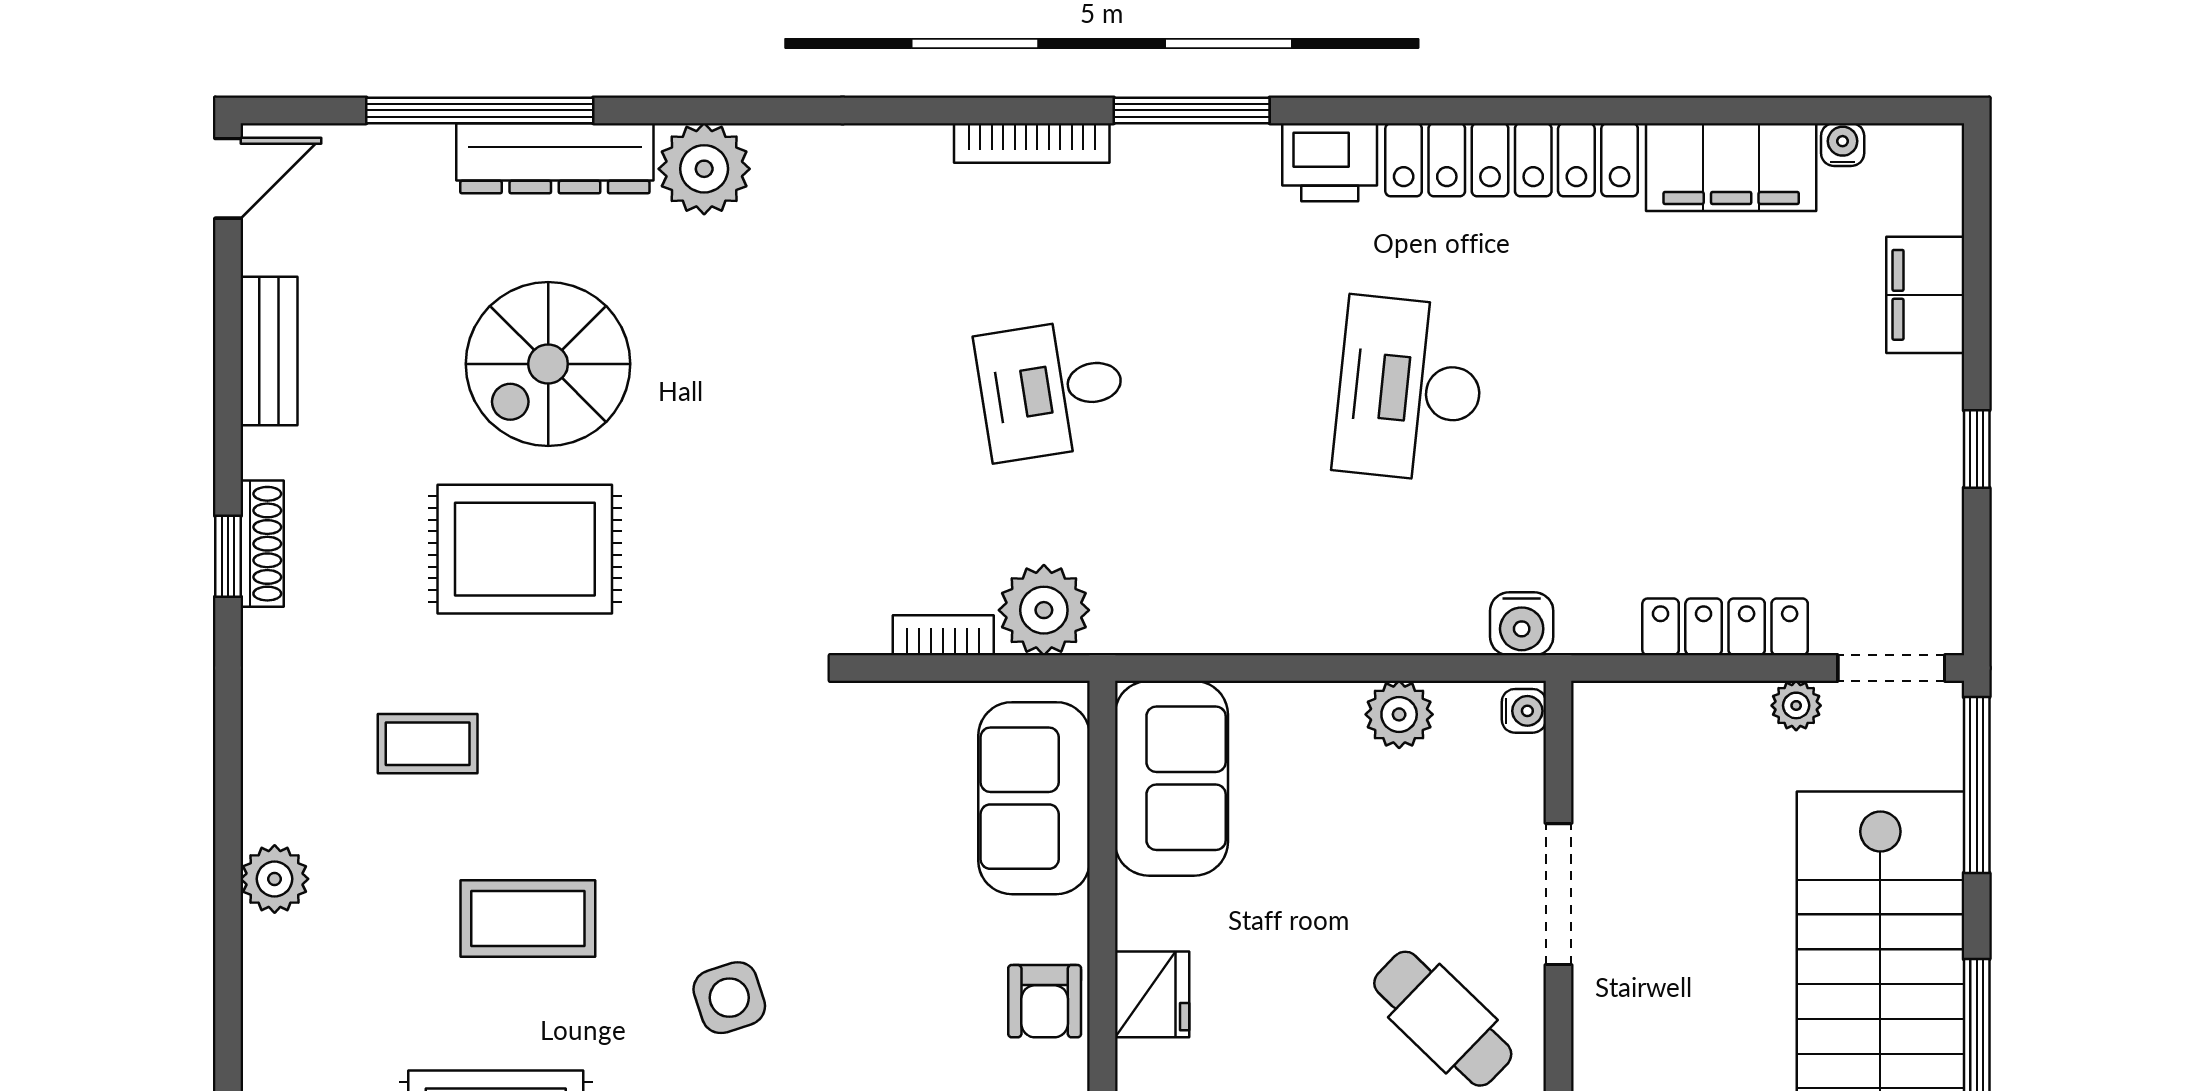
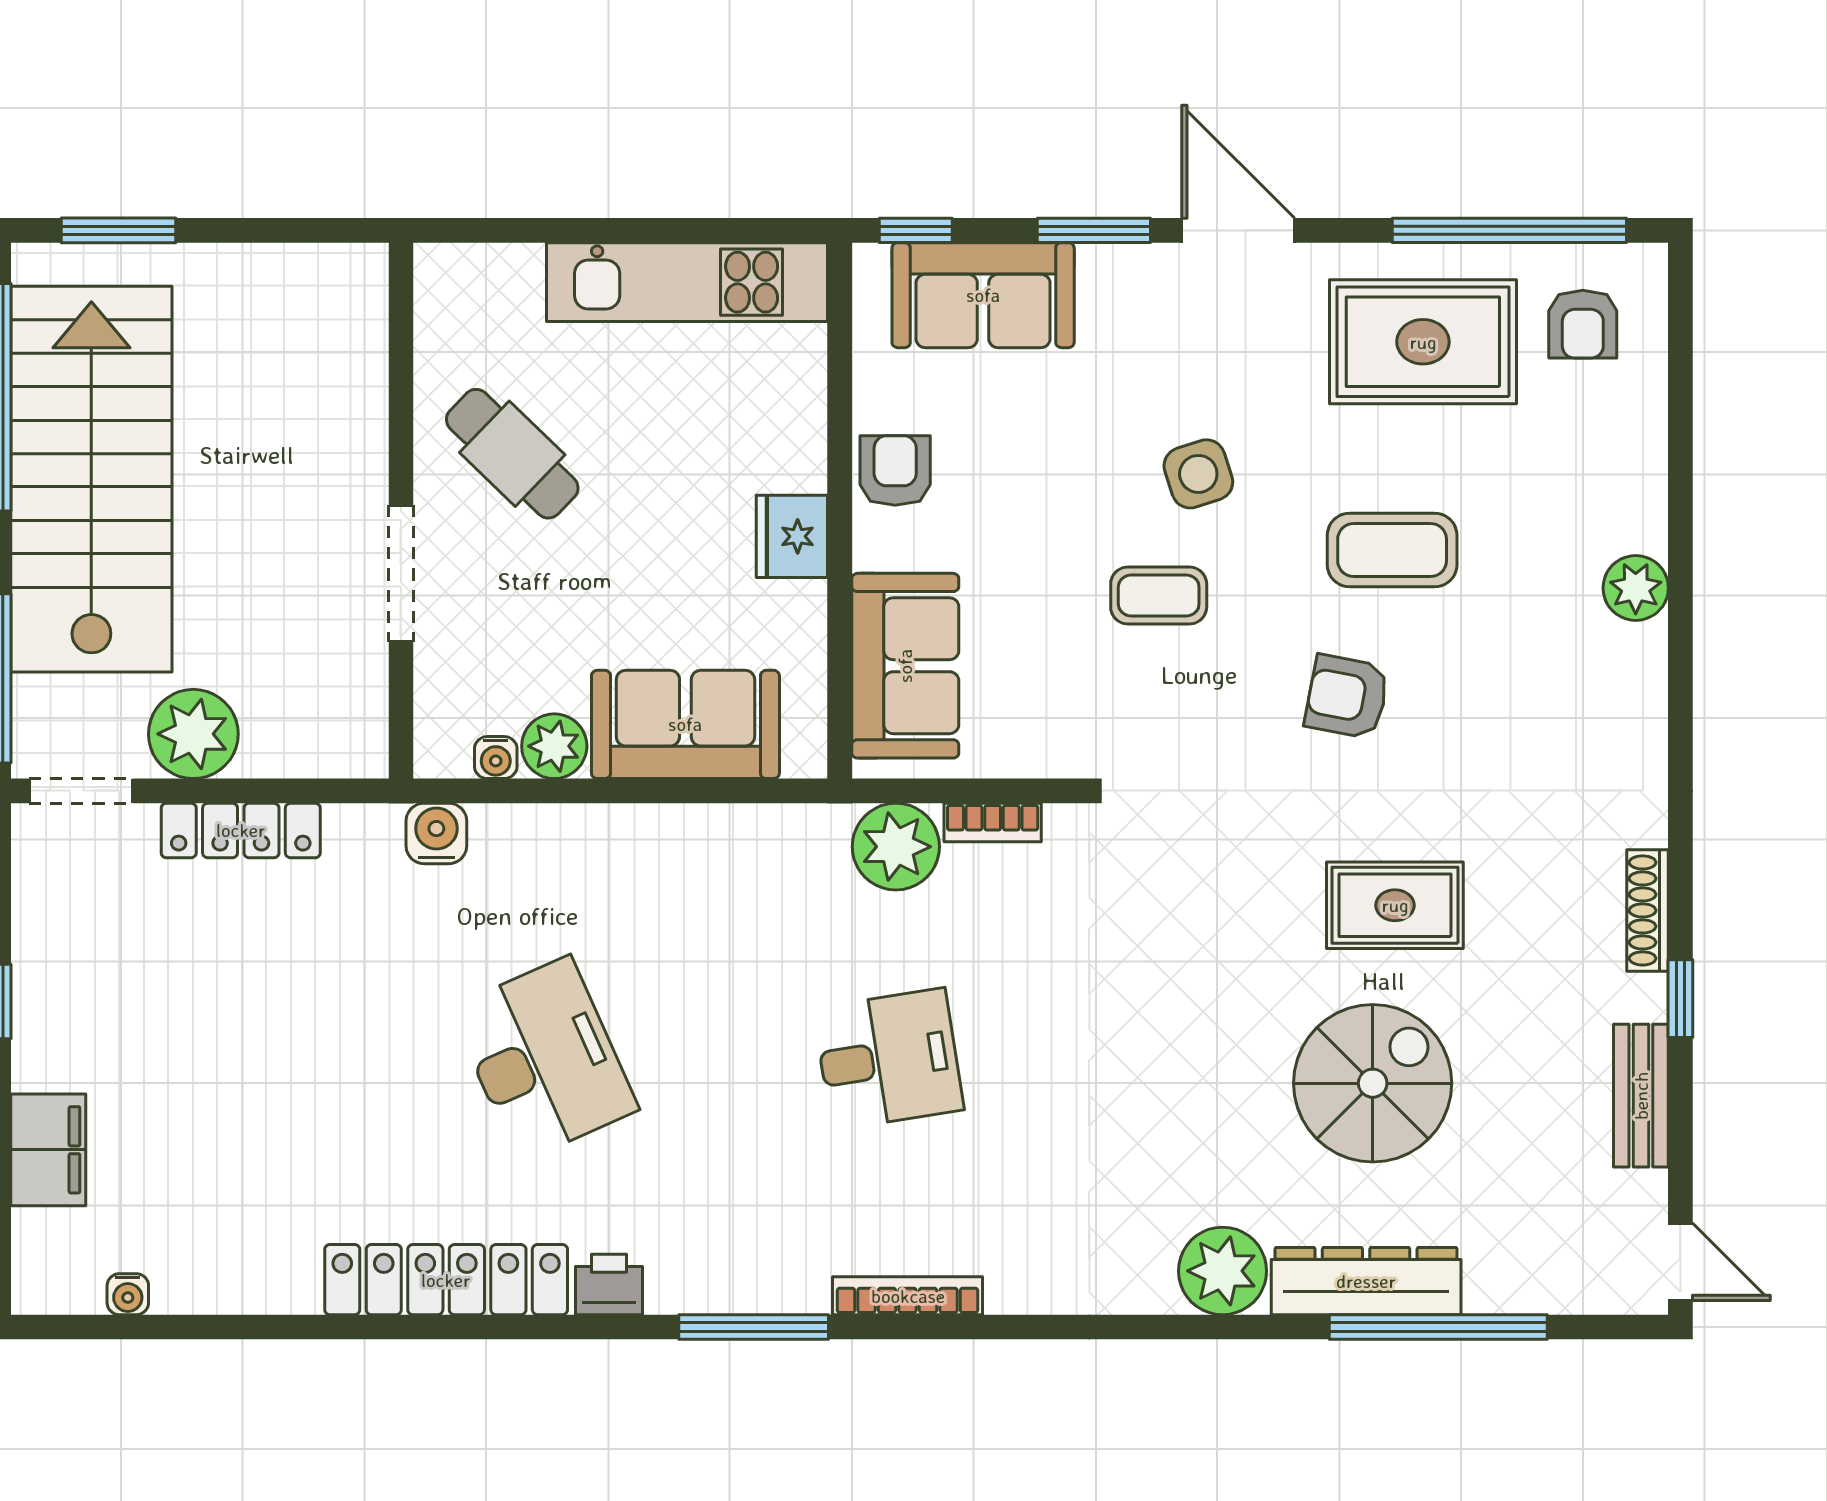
printer: (1330, 162) -> (609, 1285), width x0.73, depth x0.81
filing cabinet: (1731, 167) -> (235, 1273), removed
door: (228, 178) -> (1680, 1262), swing flipped
desk: (1410, 389) -> (544, 1059), turned -30
rug: (525, 549) -> (1395, 905), width x0.73, depth x0.70
window: (228, 556) -> (1680, 999), moved
plant: (1796, 705) -> (193, 734), width x1.88, depth x1.88
water cooler: (1524, 711) -> (496, 758), moved, turned -90
coffee table: (428, 744) -> (1159, 595), moved
armchair: (575, 766) -> (1347, 697), added
sofa: (1171, 778) -> (685, 724), moved, turned 90
fridge: (1152, 994) -> (792, 536), moved

